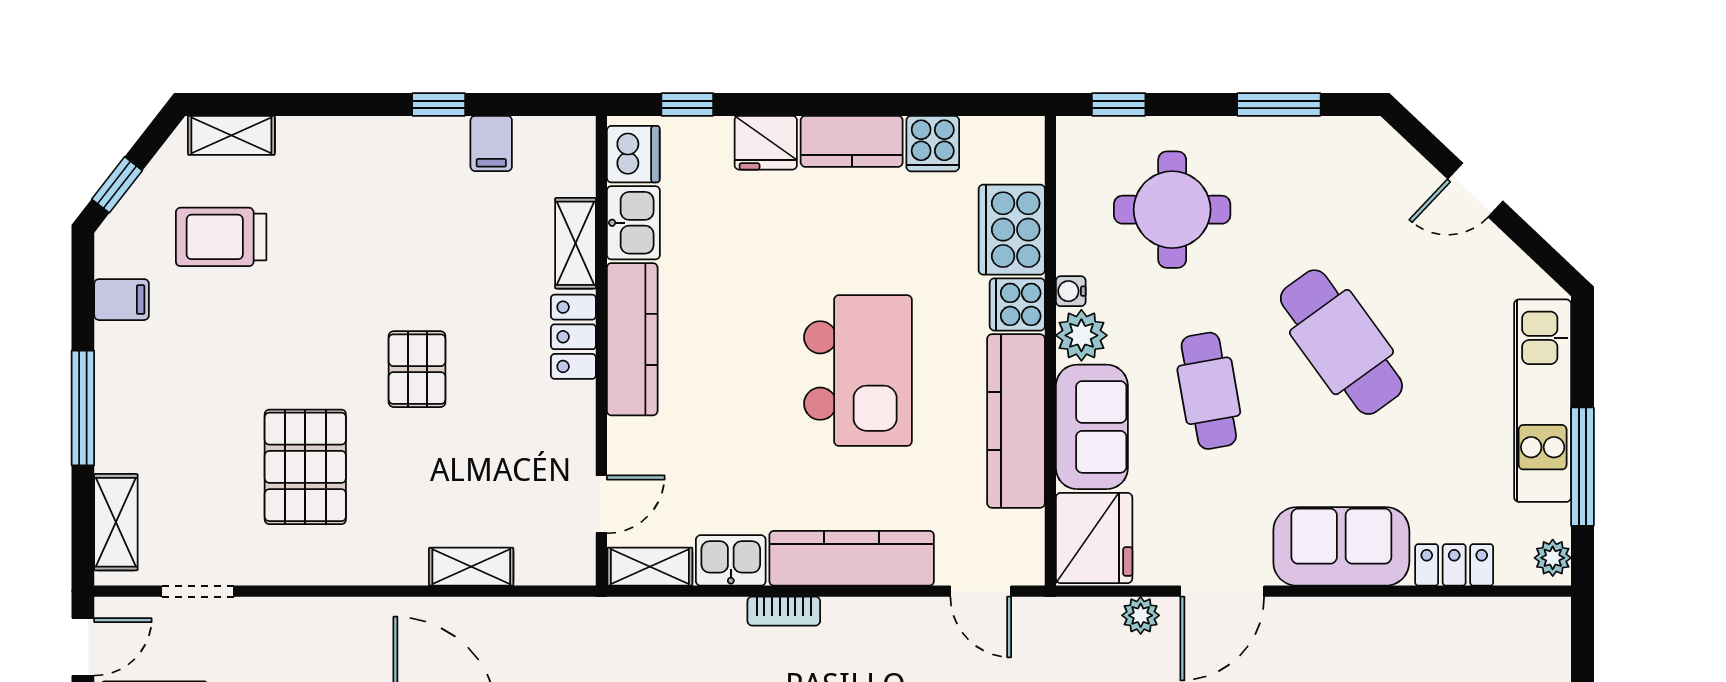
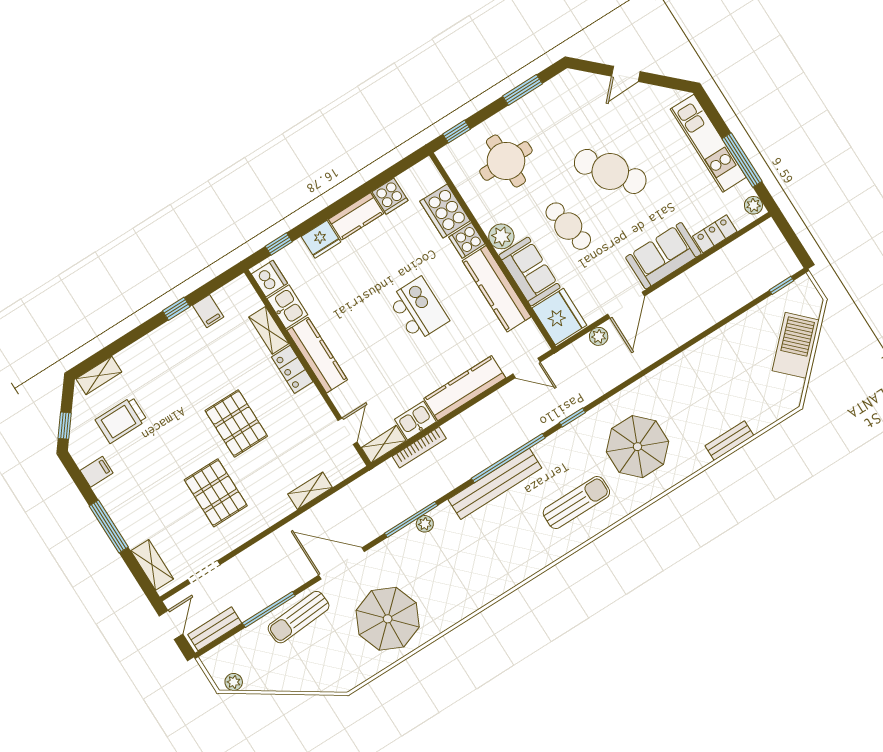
water cooler: (1071, 291) -> (485, 221), removed
pallet: (417, 369) -> (236, 423), width x1.50, depth x1.42
kitchen island: (858, 371) -> (418, 309), width x0.73, depth x0.78
bookcase: (784, 611) -> (419, 447), moved, width x1.56

